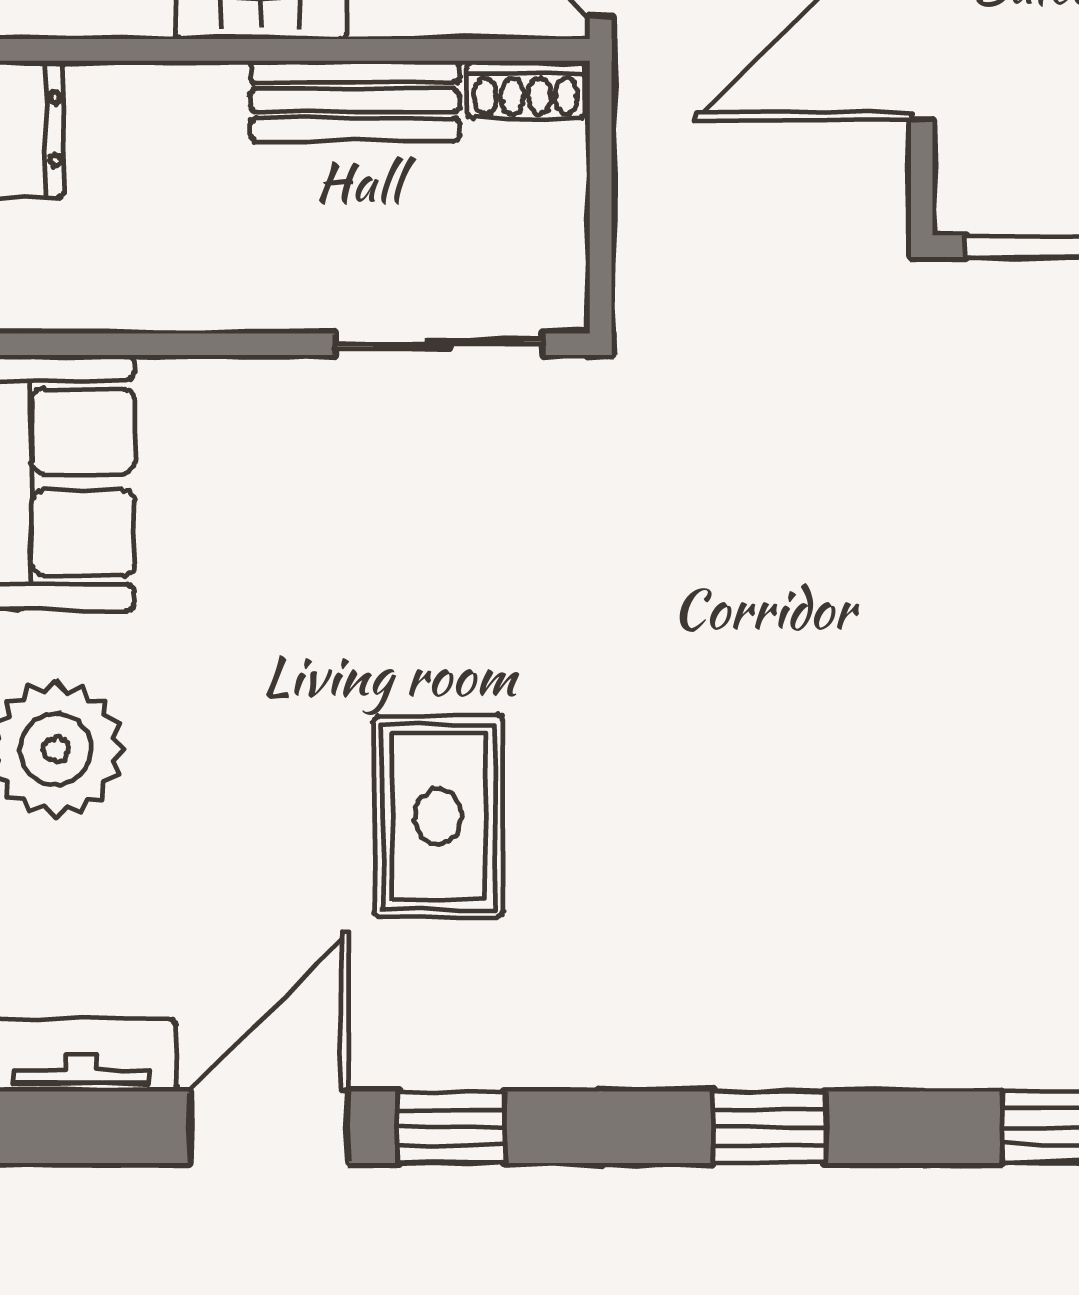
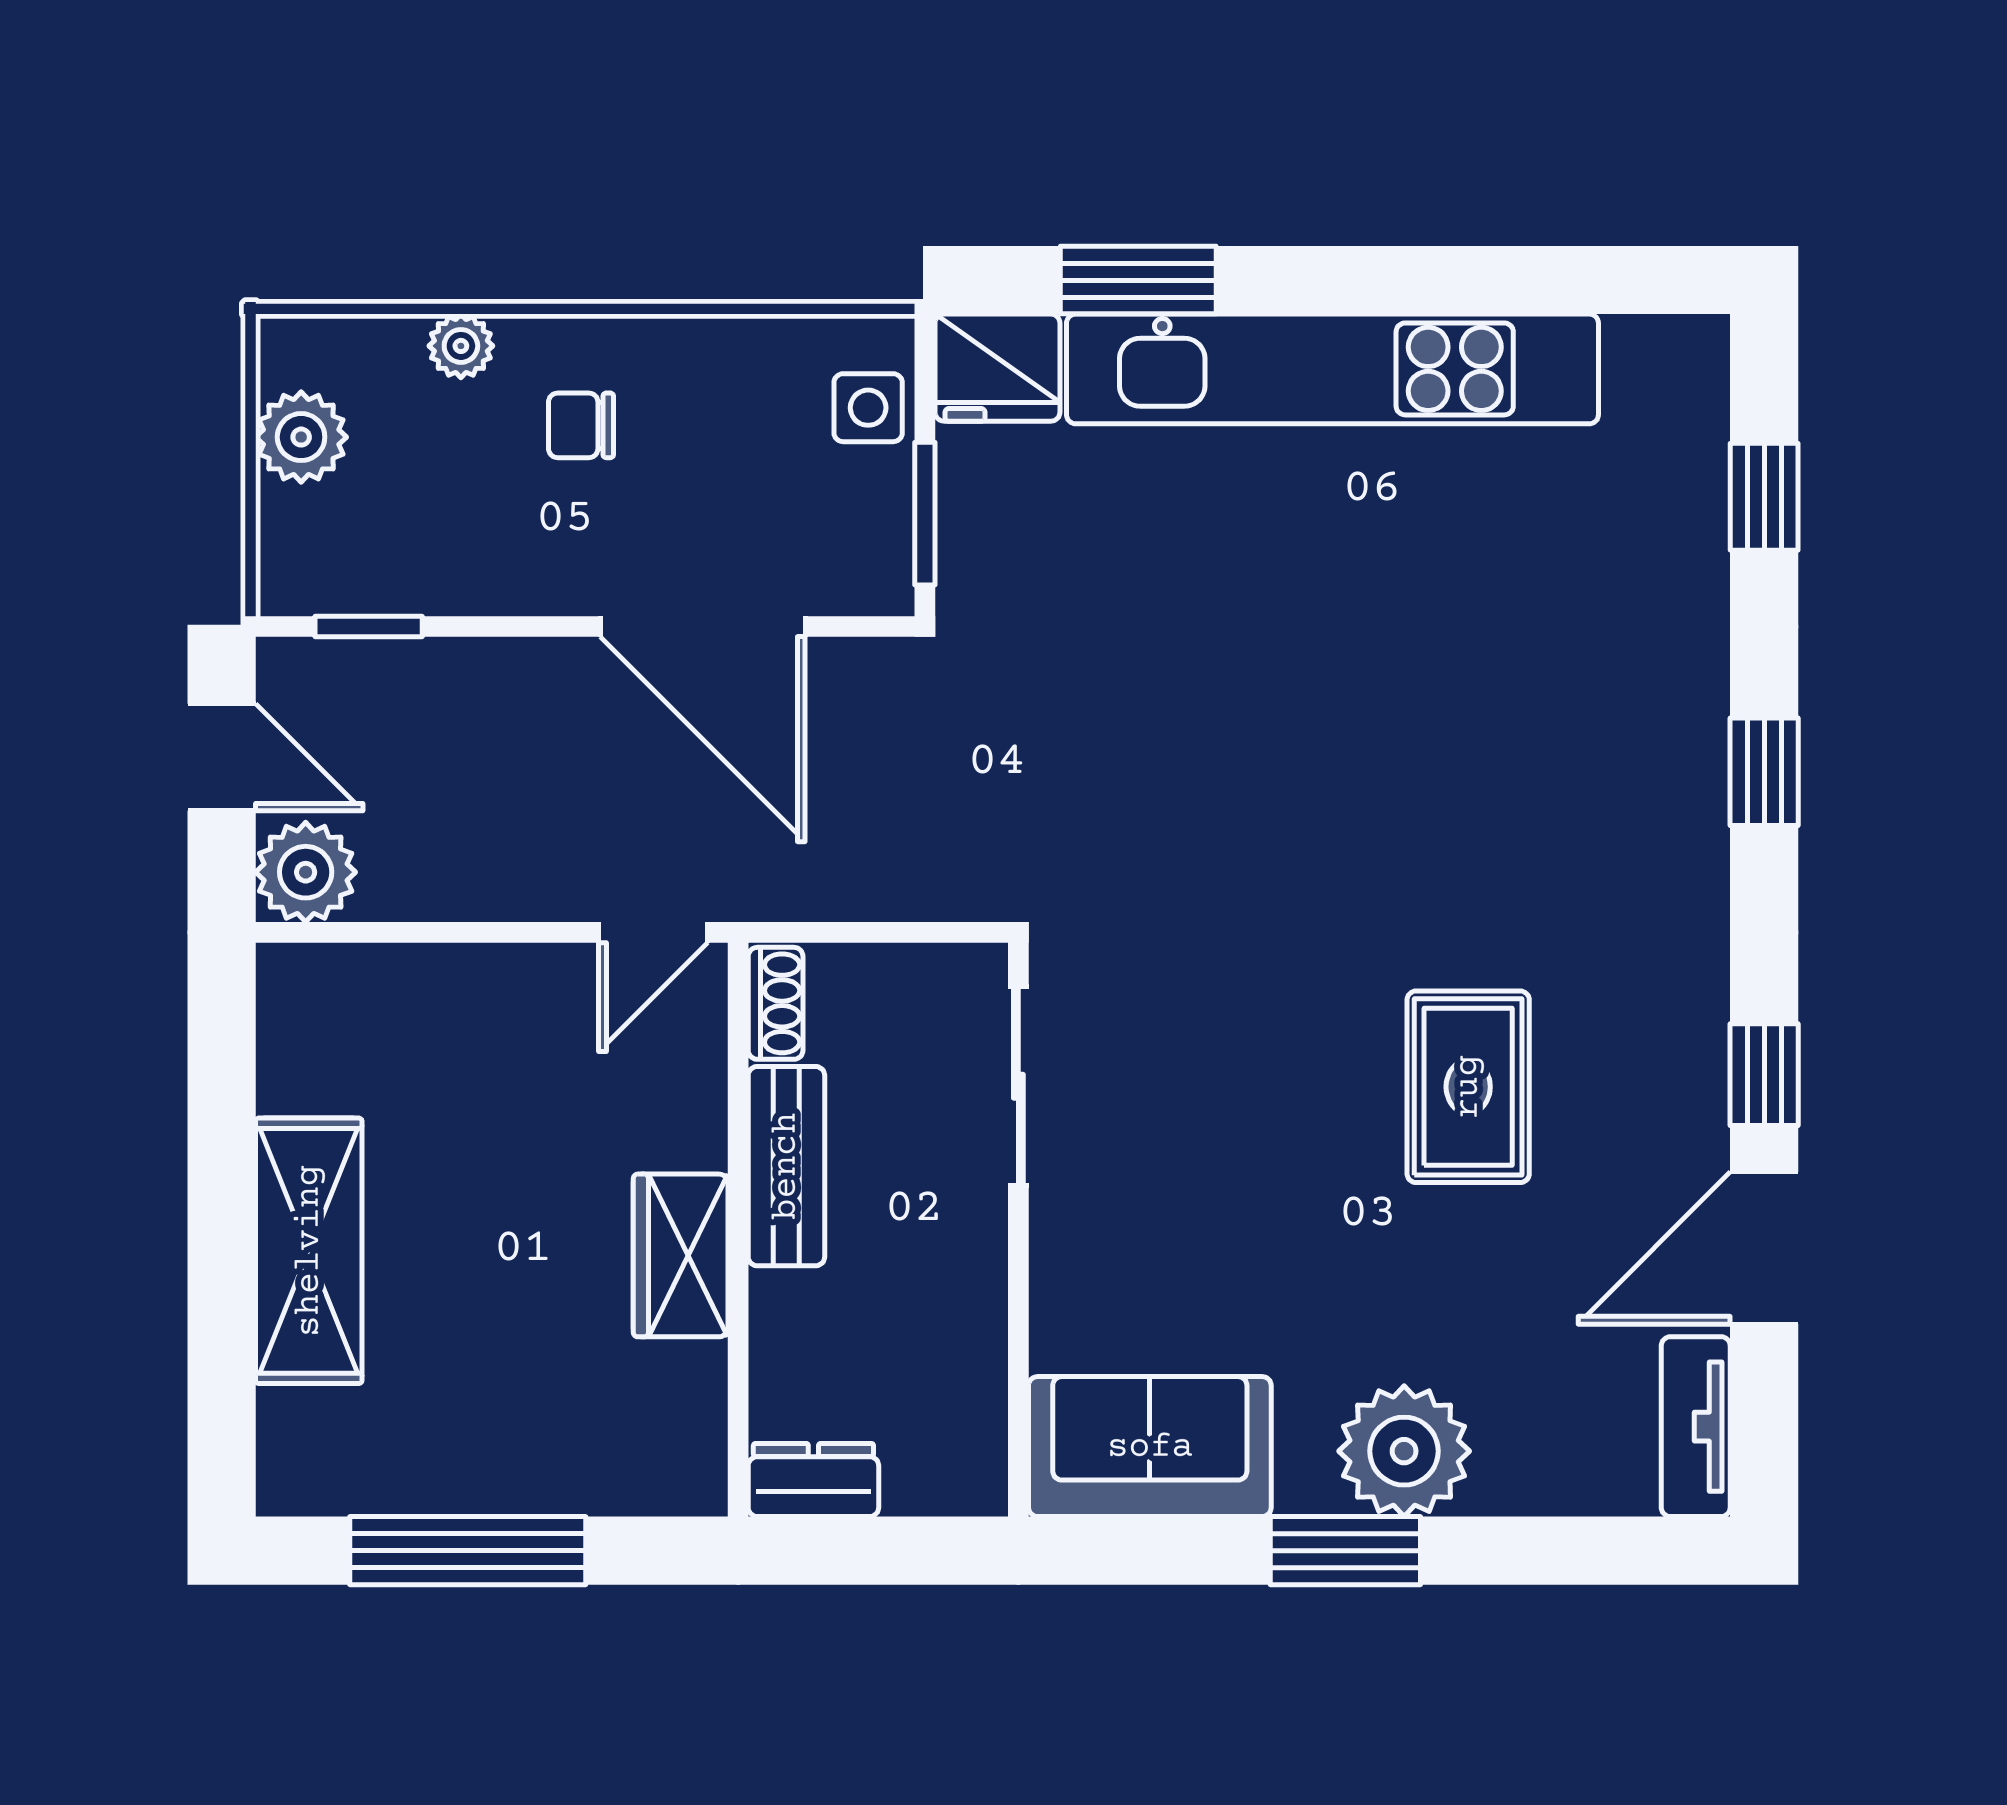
rug: (438, 817) -> (1468, 1087), turned 90
door: (269, 1127) -> (1764, 1248), hinge flipped

